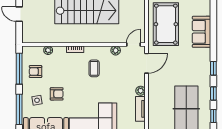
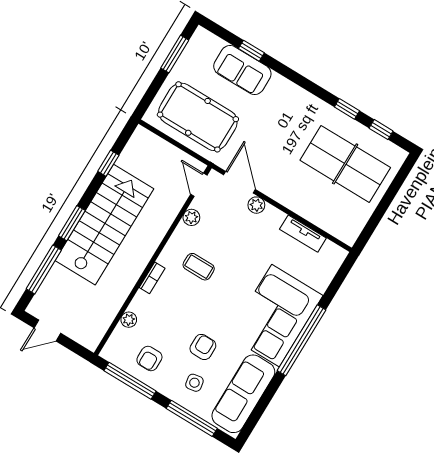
window: (213, 68) -> (251, 51), moved
plant: (141, 91) -> (256, 205), moved

